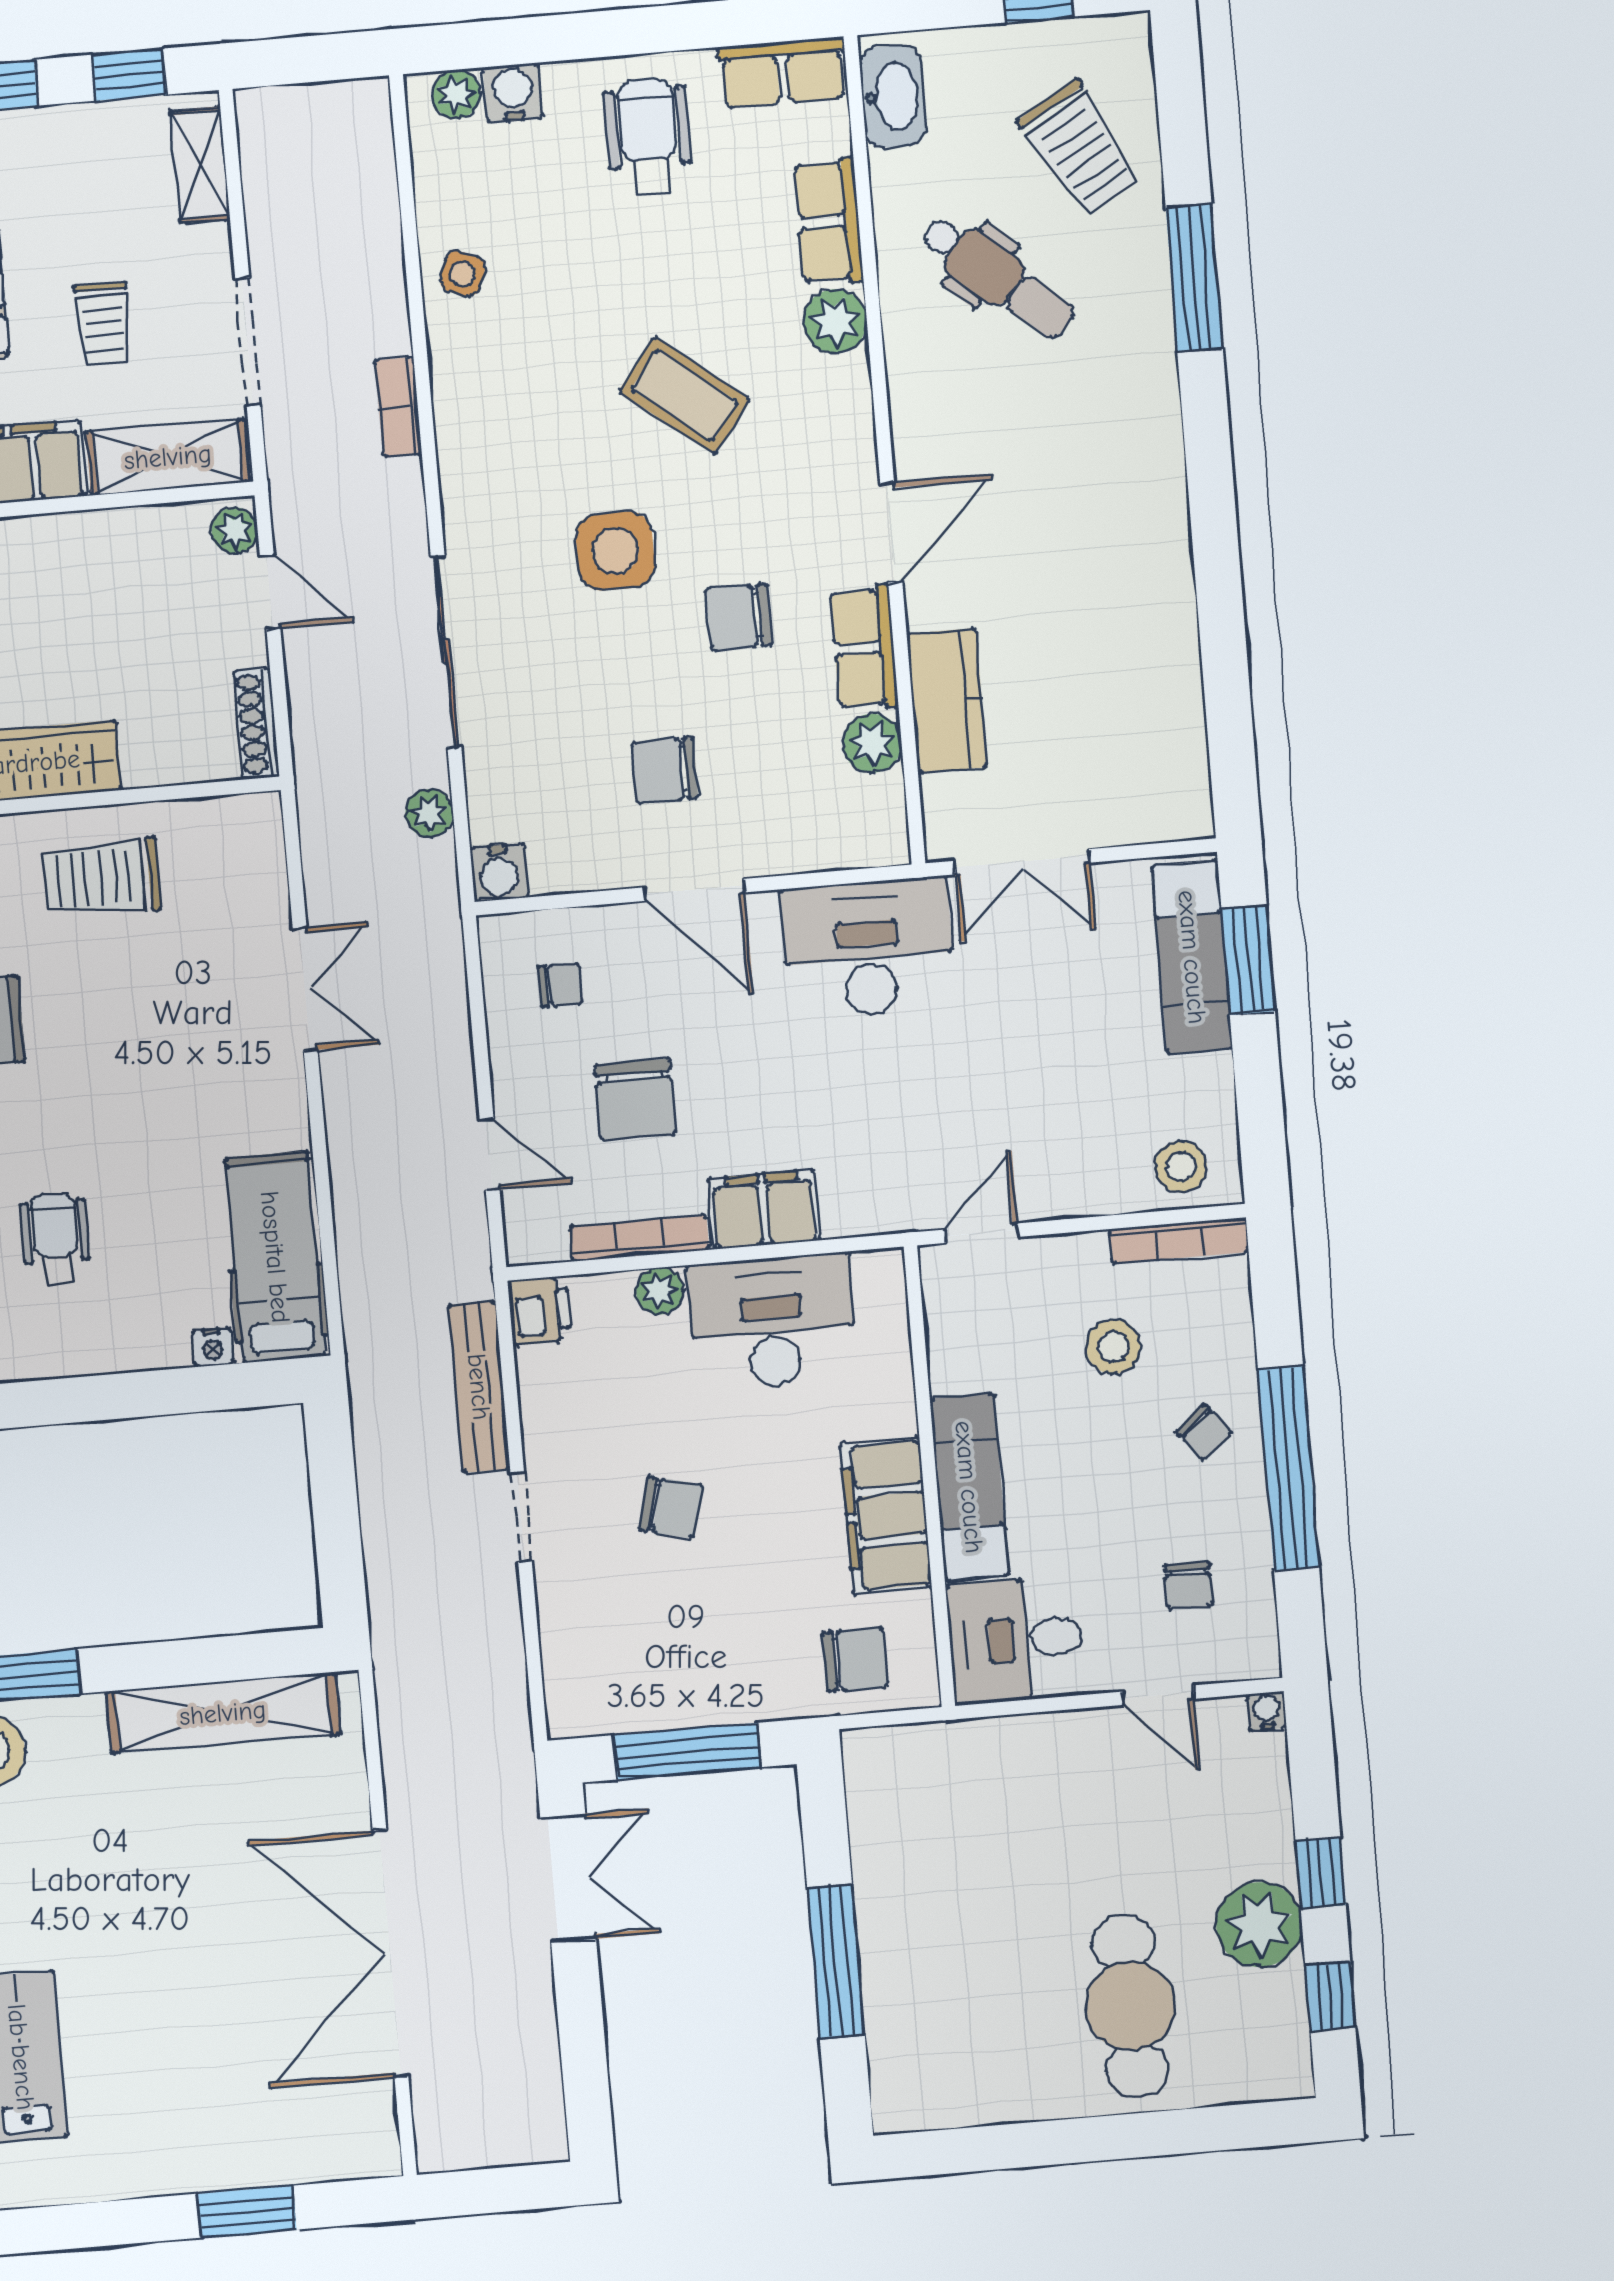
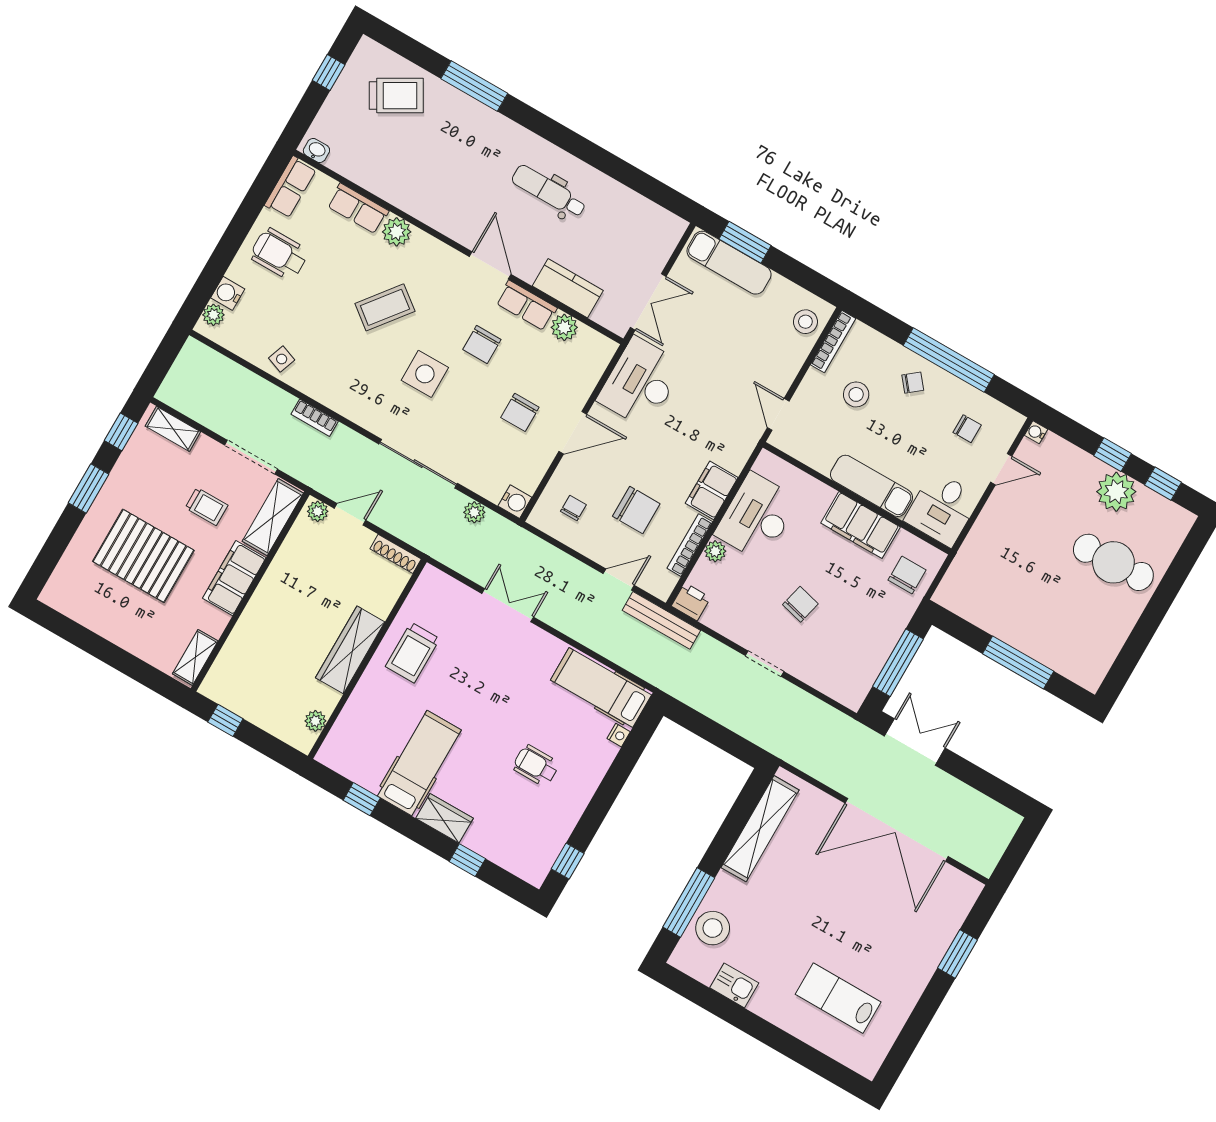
washbasin: (893, 96) -> (316, 150), width x0.52, depth x0.69
dental chair: (998, 277) -> (549, 191), moved, turned -130
bench: (479, 1387) -> (661, 620), moved

